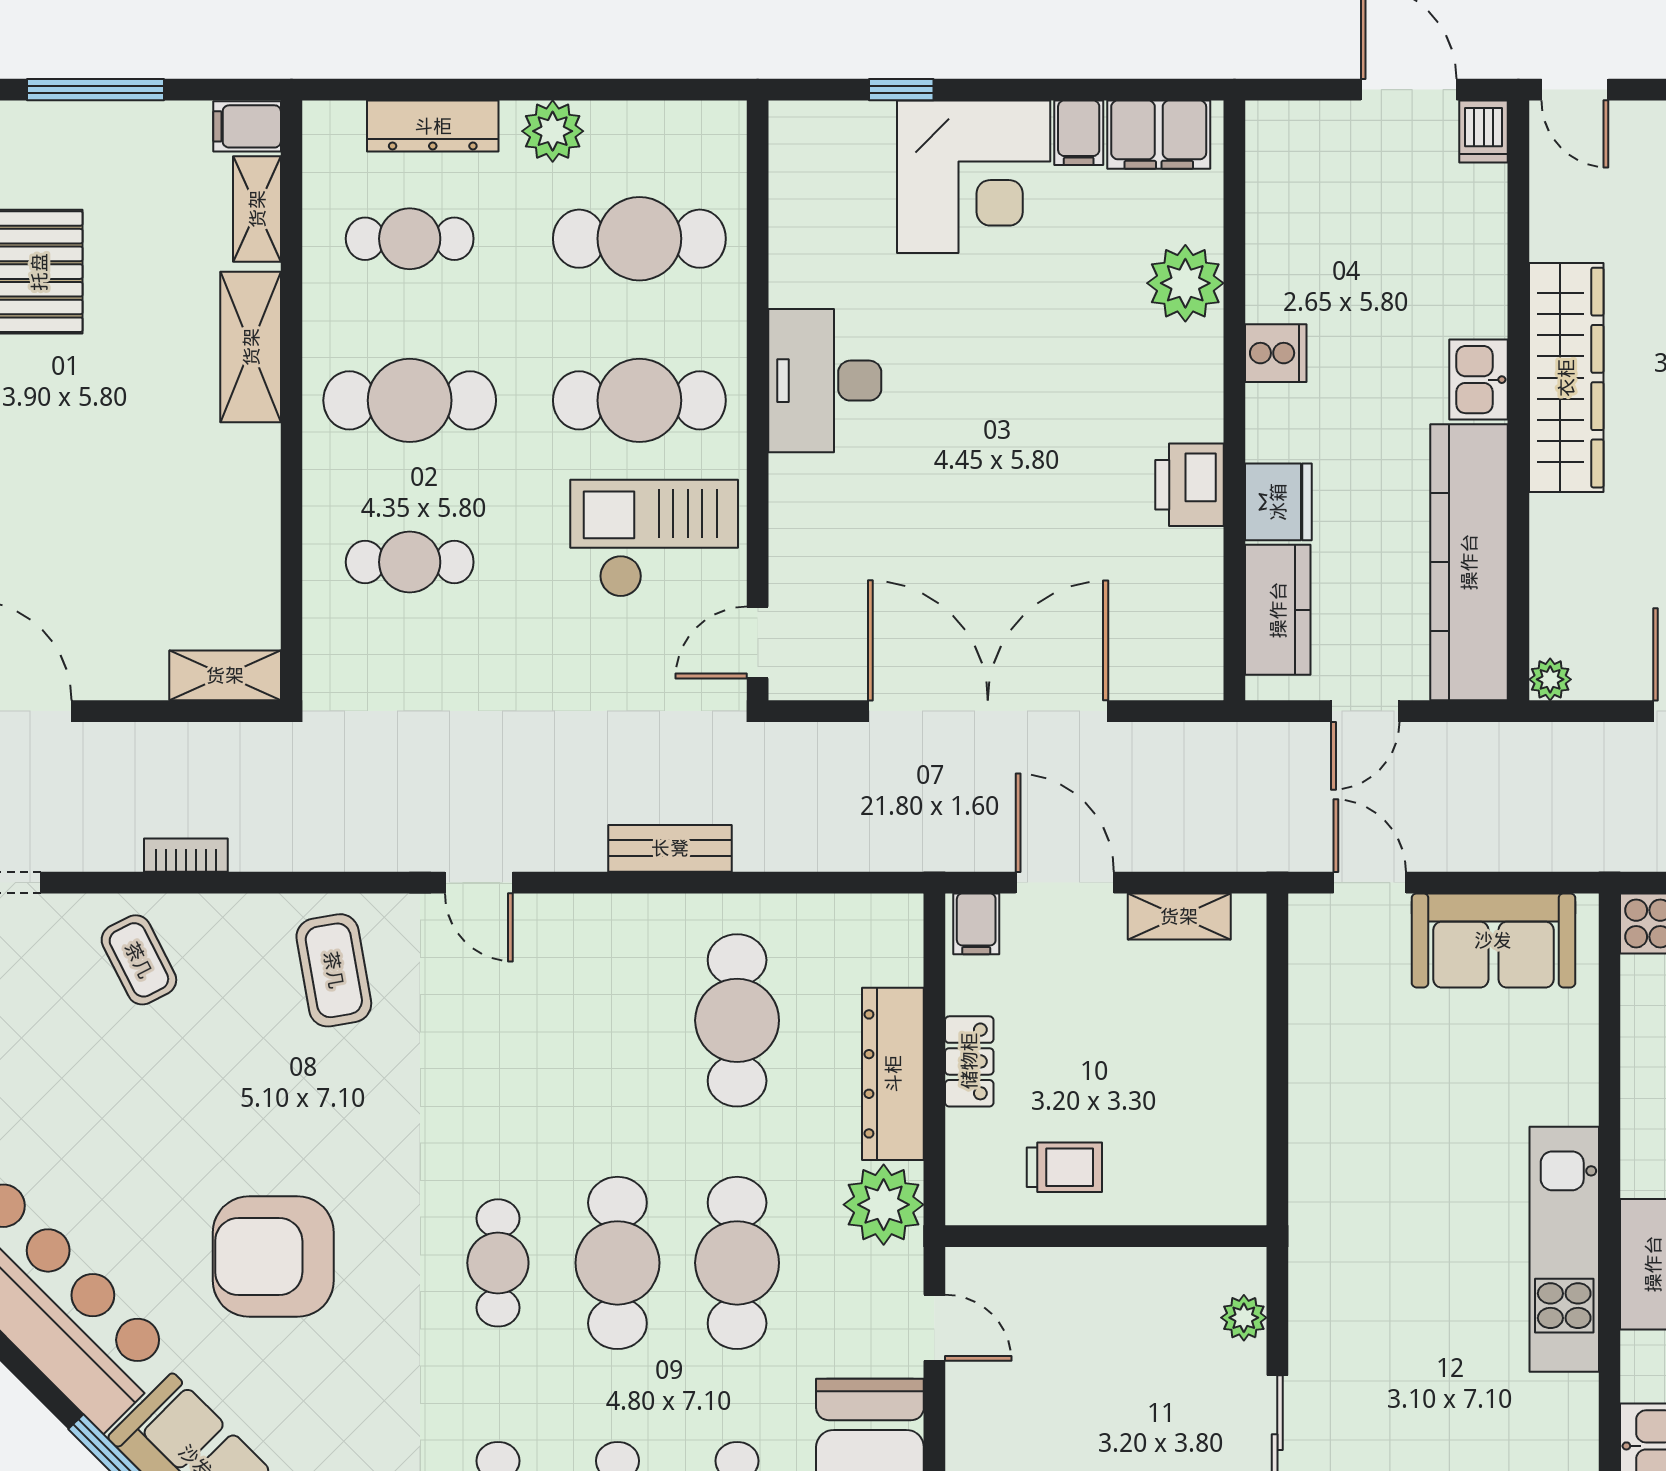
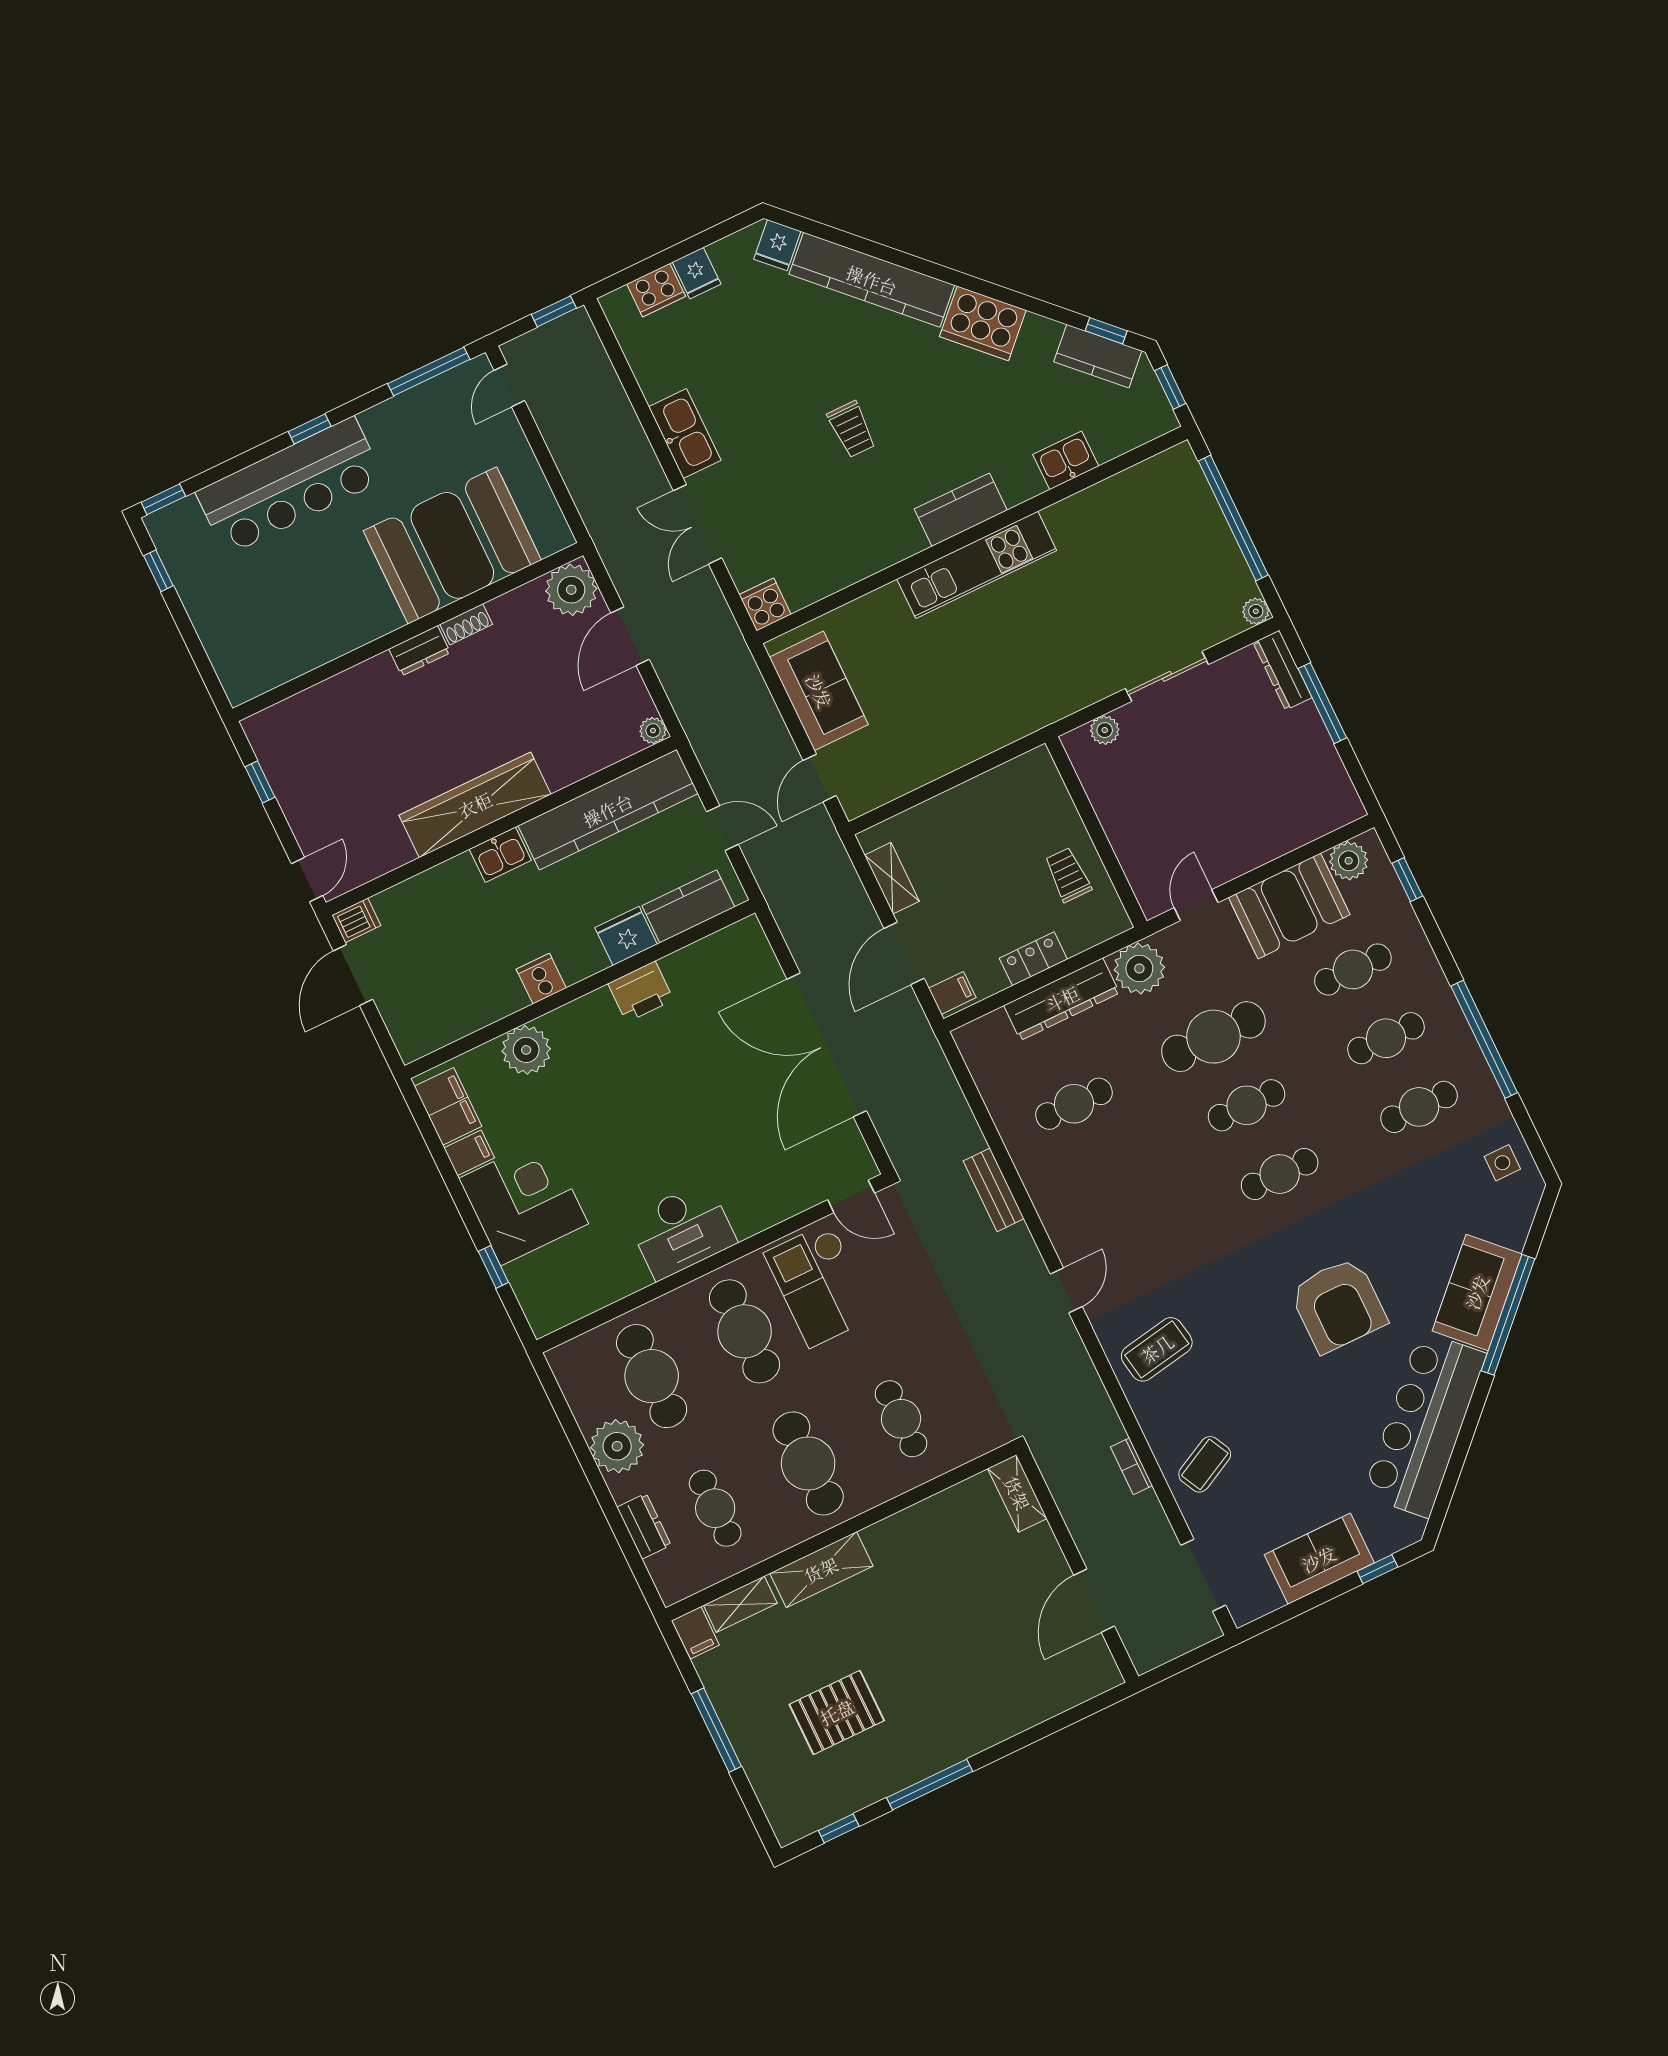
dresser: (433, 126) -> (644, 1526), width x0.70
plant: (553, 131) -> (617, 1446), width x1.36, depth x1.36
cafe table: (737, 1020) -> (1074, 1104), width x0.73, depth x0.74
cafe table: (617, 1263) -> (1247, 1105), width x0.73, depth x0.74

